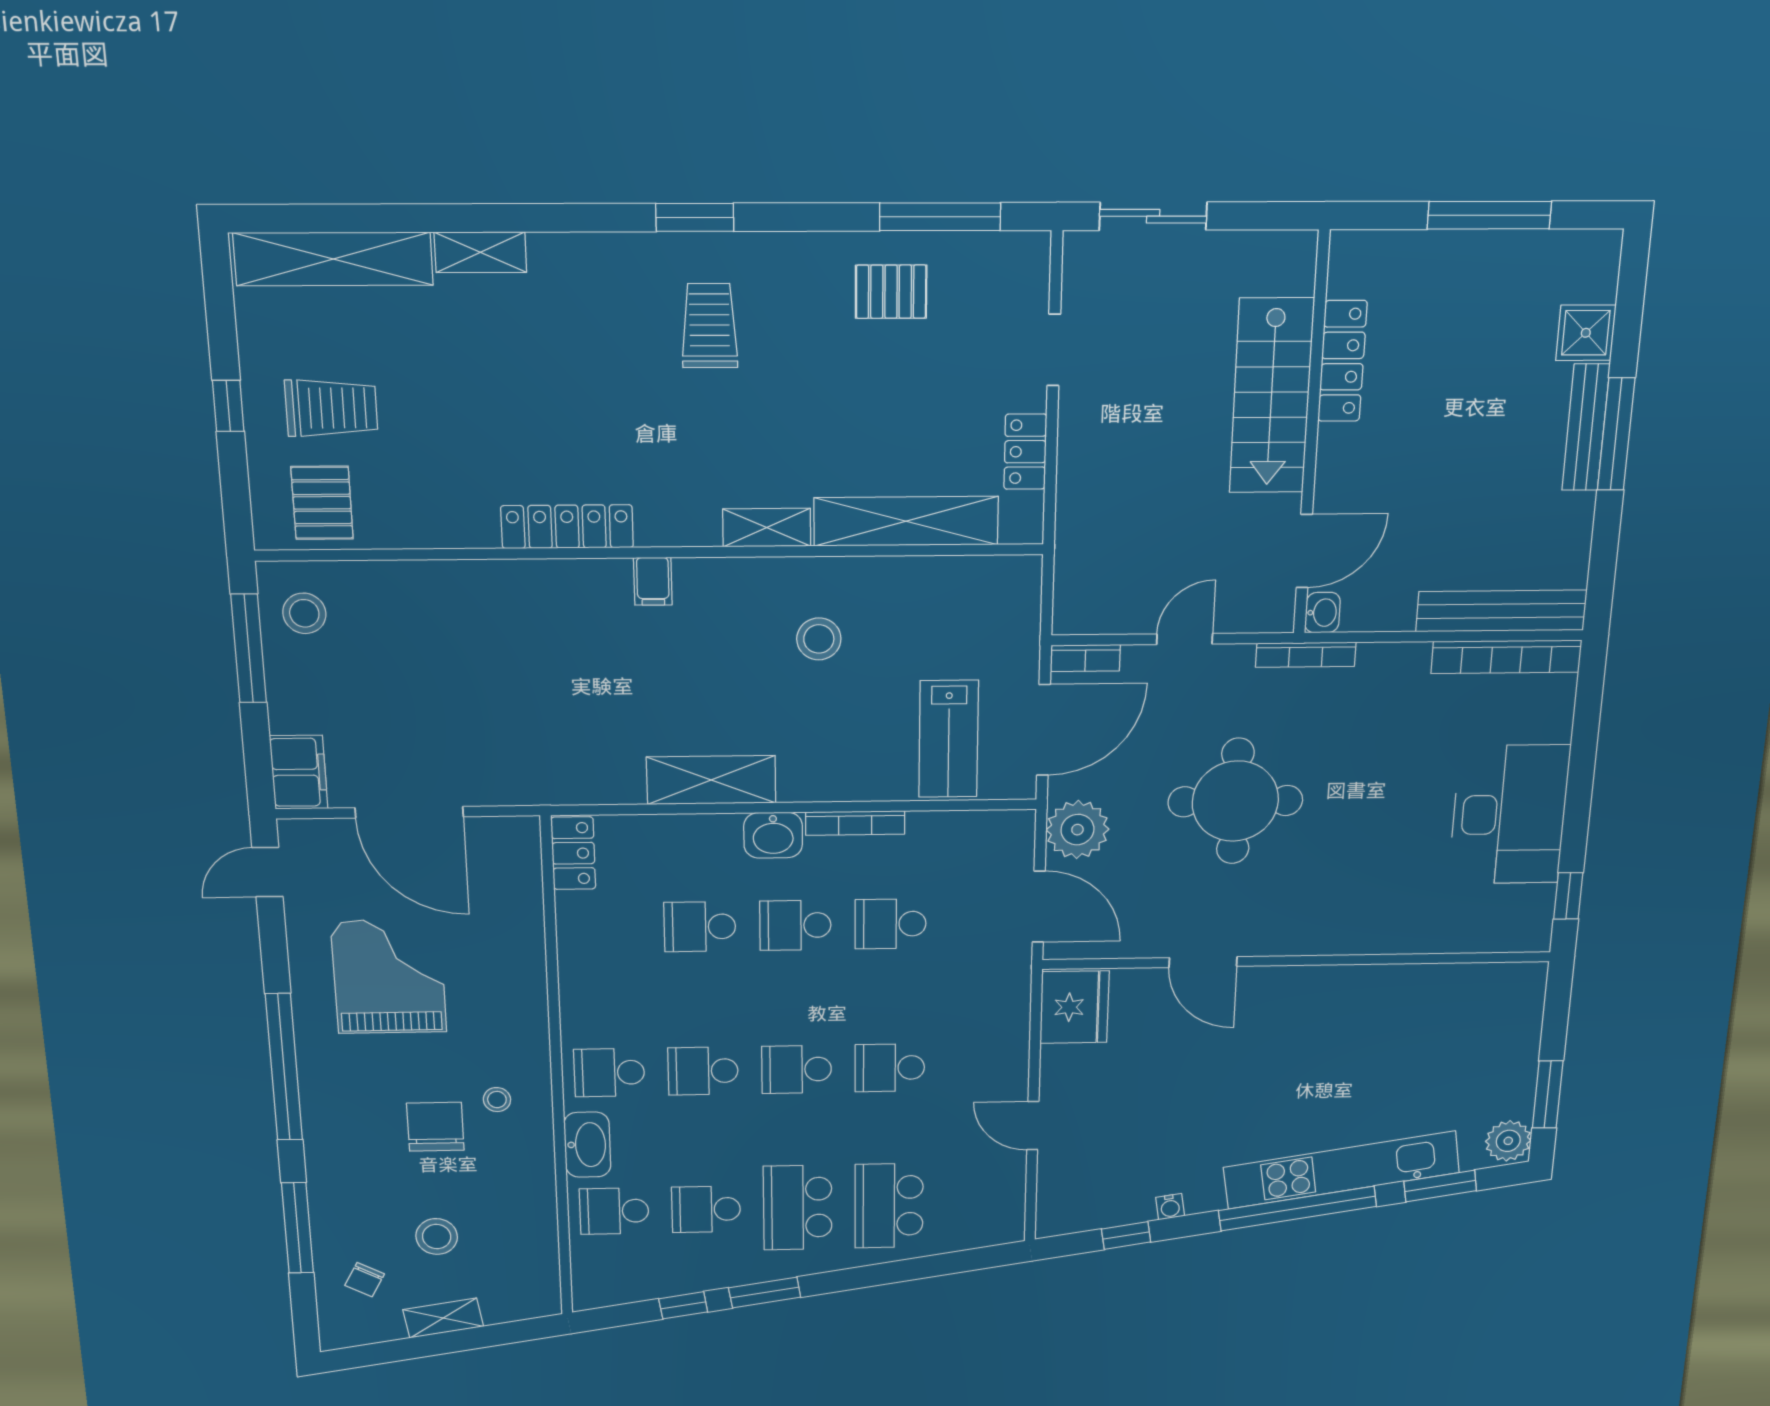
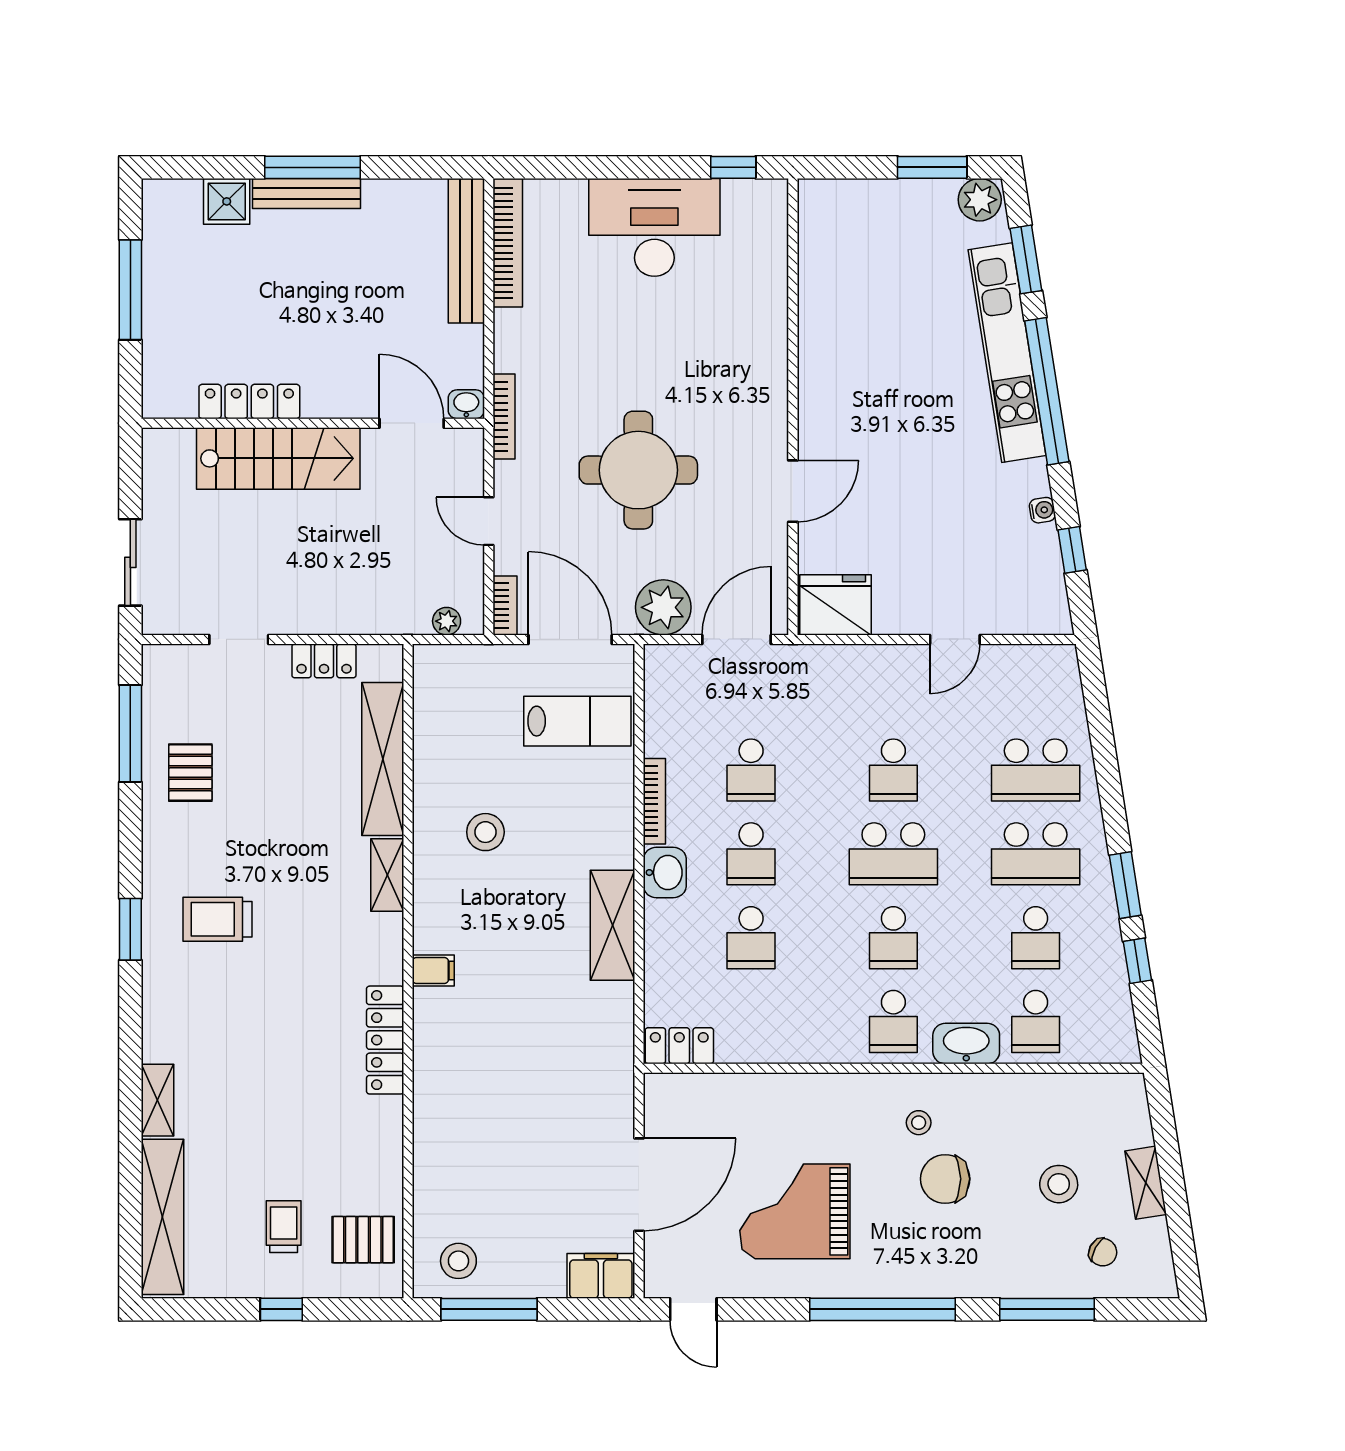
trolley: (331, 408) -> (284, 1227), width x0.73, depth x0.72
plant: (1069, 593) -> (447, 621), added
school desk: (797, 1069) -> (893, 854), width x1.85

